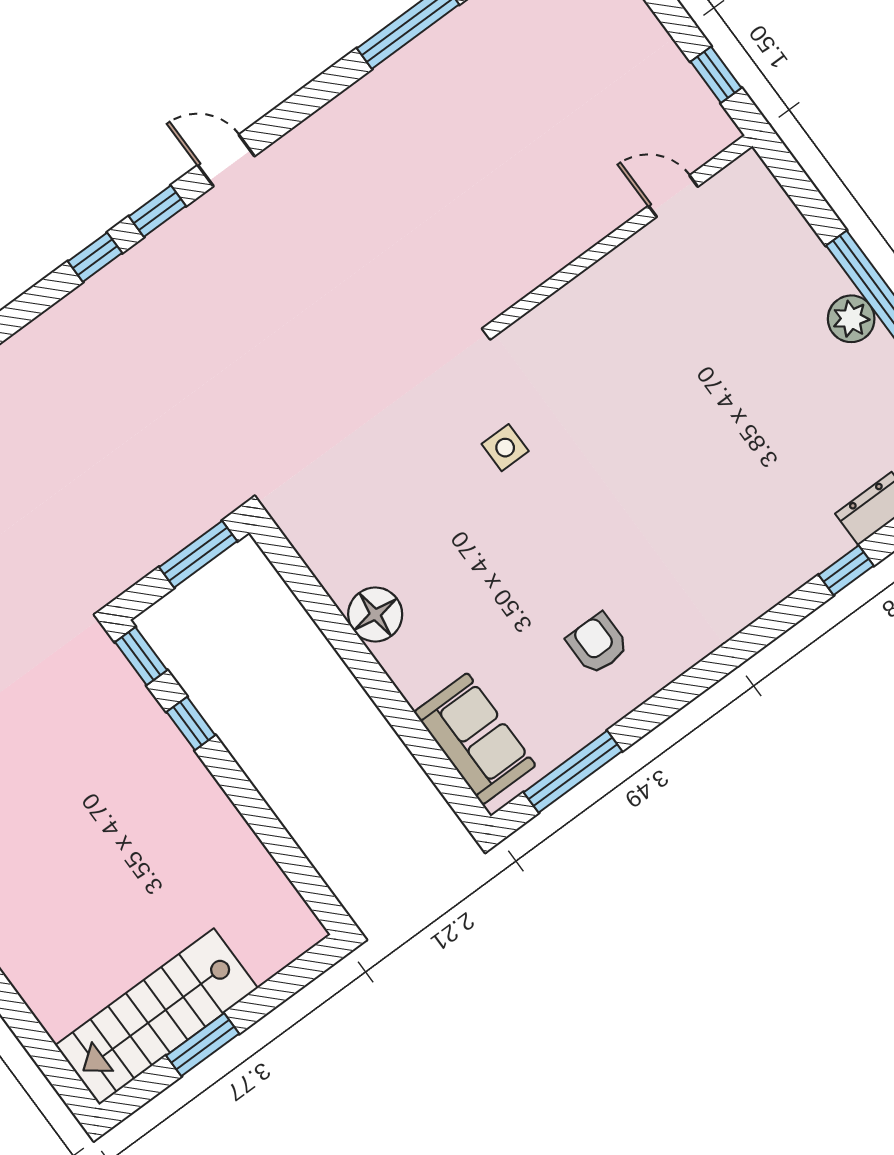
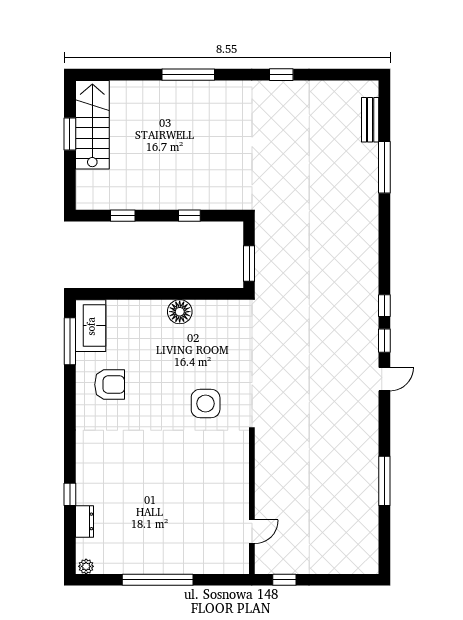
plant: (851, 319) -> (160, 564), removed
side table: (505, 448) -> (206, 404), width x1.87, depth x1.87
armchair: (597, 644) -> (110, 385), width x1.38, depth x1.38
window: (141, 656) -> (123, 216), moved
sofa: (475, 739) -> (91, 326), moved, turned -90

